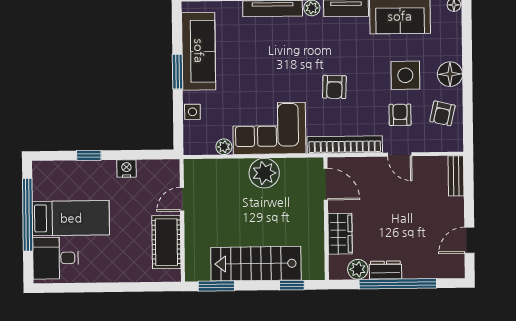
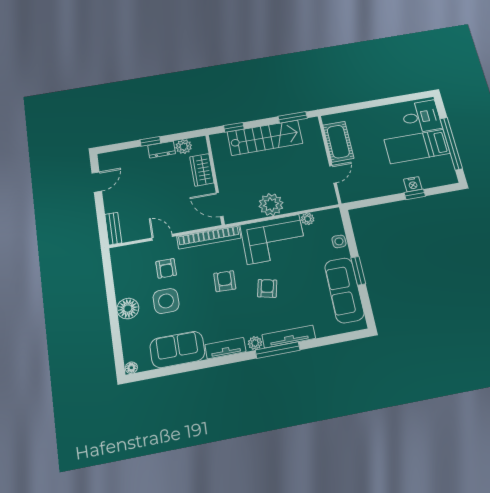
armchair: (442, 113) -> (267, 288), moved
nightstand: (126, 168) -> (413, 184), moved
window: (398, 284) -> (150, 141), width x0.32

